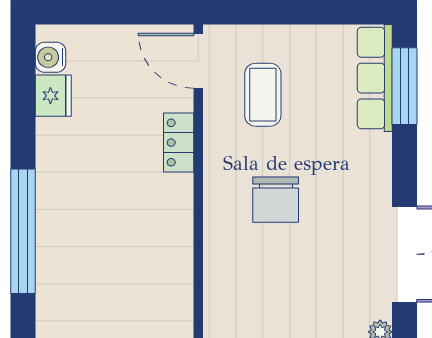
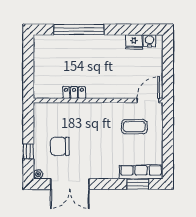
window: (405, 86) -> (138, 184), width x0.69
locker: (179, 143) -> (74, 93), moved
chair: (276, 200) -> (60, 146), moved

